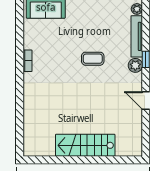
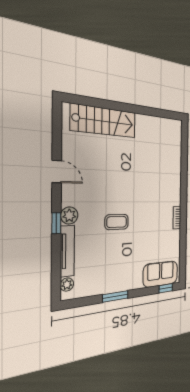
stairs: (85, 145) -> (104, 121), moved

